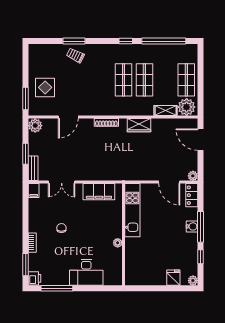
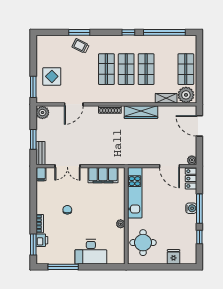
shop shelf: (103, 80) -> (106, 69), added
wardrobe: (139, 125) -> (141, 112), width x1.50
round table: (141, 263) -> (143, 243), added
printer: (35, 278) -> (42, 240), moved
plant: (193, 281) -> (192, 260), removed

